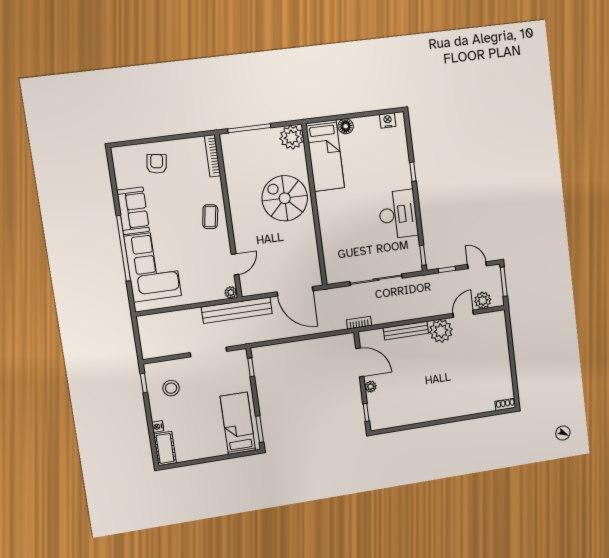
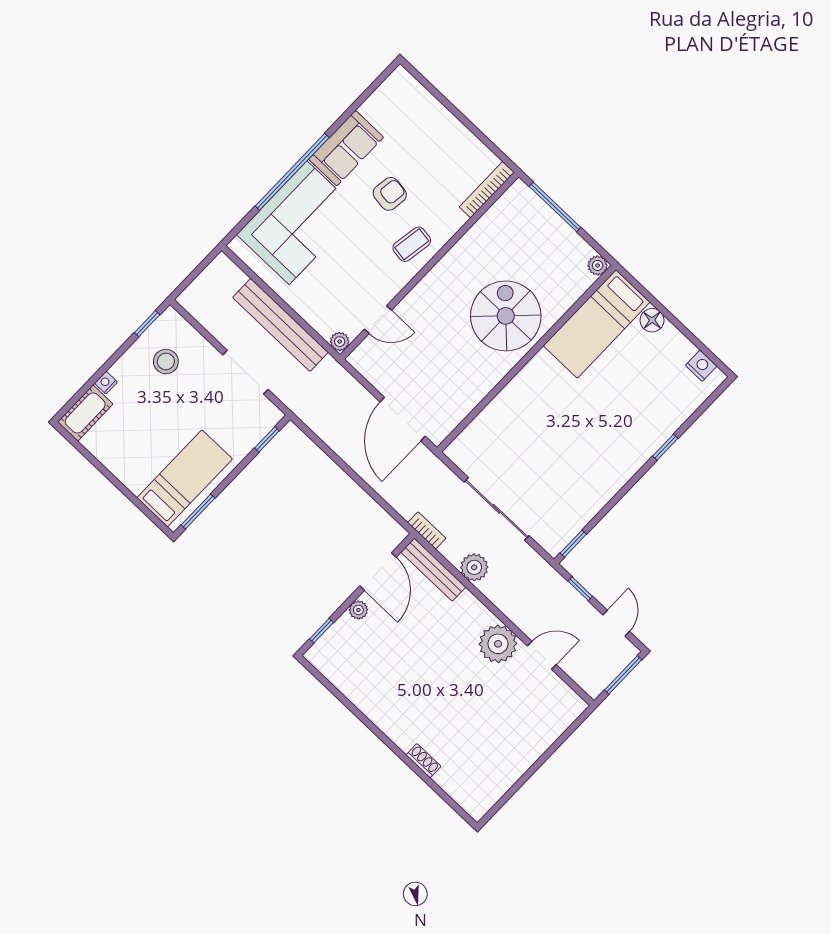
plant: (292, 137) -> (598, 265), width x0.53, depth x0.53
armchair: (157, 164) -> (390, 194), moved
desk: (398, 214) -> (598, 471), removed
plant: (483, 300) -> (474, 567), moved
bench: (237, 310) -> (280, 325), moved
bench: (406, 331) -> (433, 570), moved
shoe rack: (505, 404) -> (423, 761), moved

